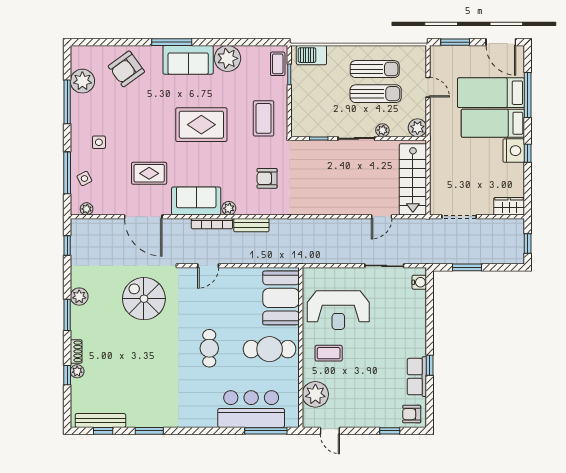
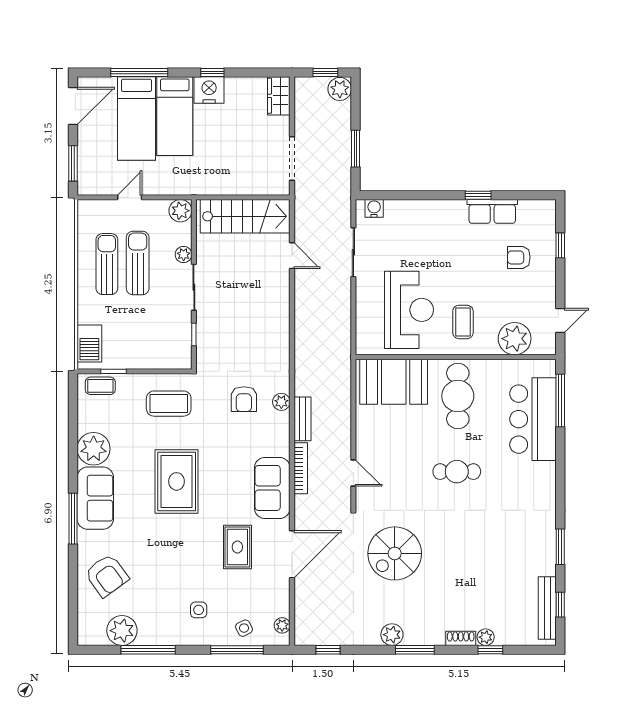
plant: (229, 208) -> (281, 402), moved
plant: (515, 255) -> (340, 89), added
armchair: (412, 414) -> (519, 257), moved, turned 90

